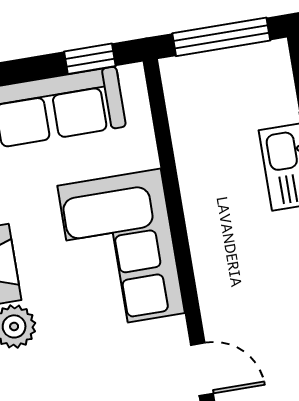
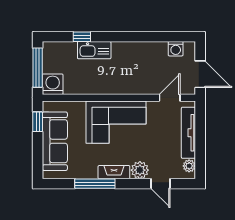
washing machine: (187, 80) -> (53, 84), added

